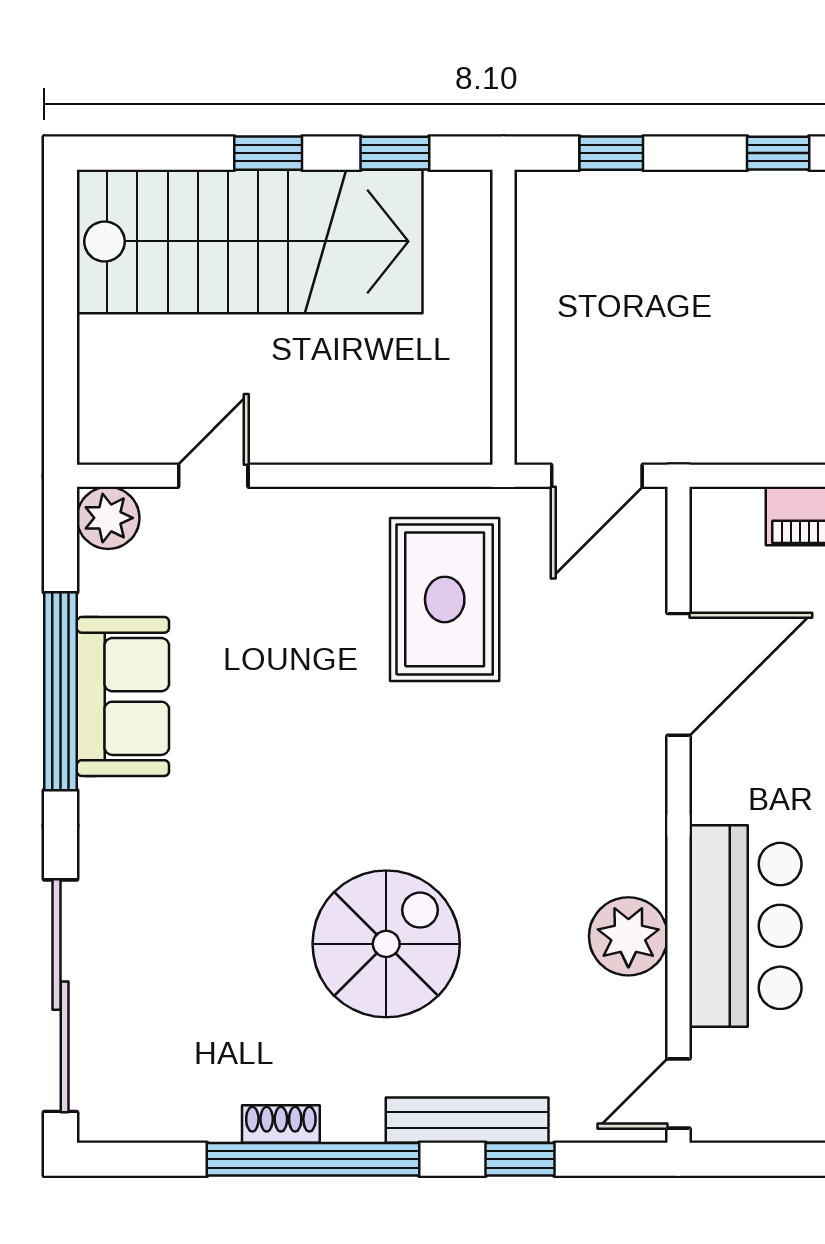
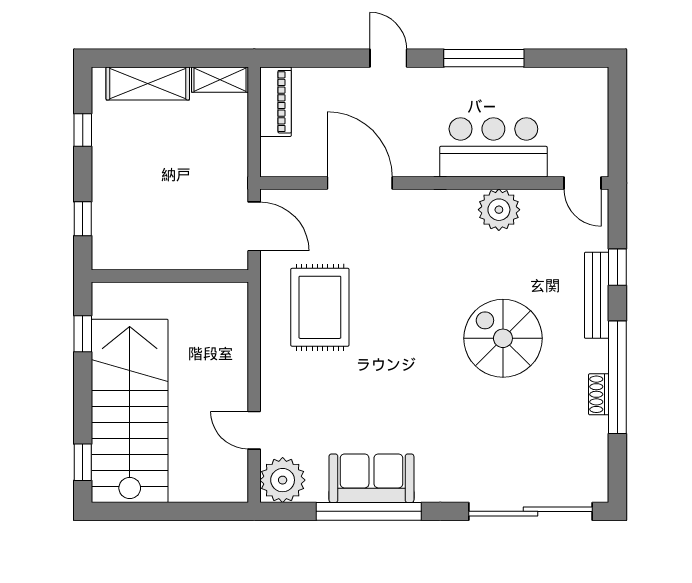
window: (268, 153) -> (83, 462), moved
plant: (108, 518) -> (283, 480), width x1.36, depth x1.36
rug: (445, 599) -> (320, 307), turned 90

